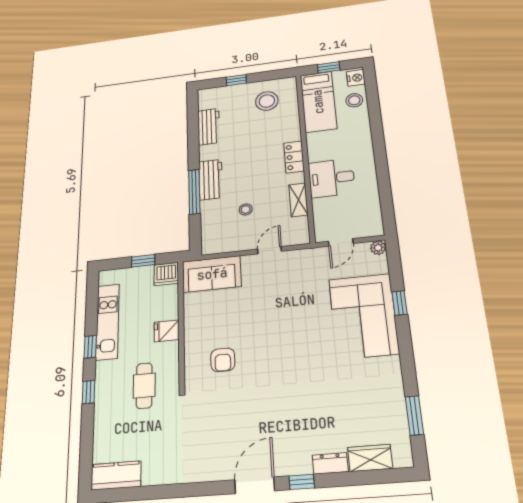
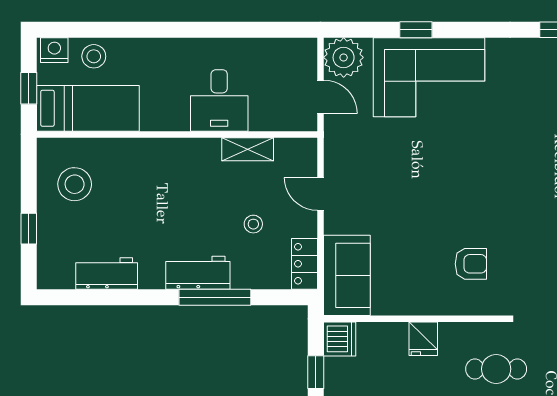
locker: (294, 157) -> (304, 264), moved, turned 90
plant: (378, 248) -> (344, 57), width x1.88, depth x1.88

